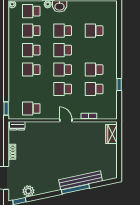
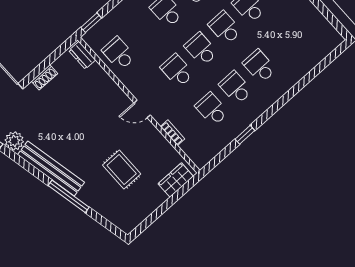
school desk: (94, 31) -> (259, 66), moved
door: (66, 120) -> (142, 109), swing flipped
rug: (85, 154) -> (122, 170), added
bench: (81, 180) -> (51, 168), moved

